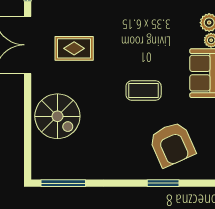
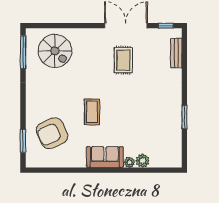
spiral stairs: (57, 116) -> (55, 51), moved, turned -90
window: (163, 183) -> (23, 141), moved

